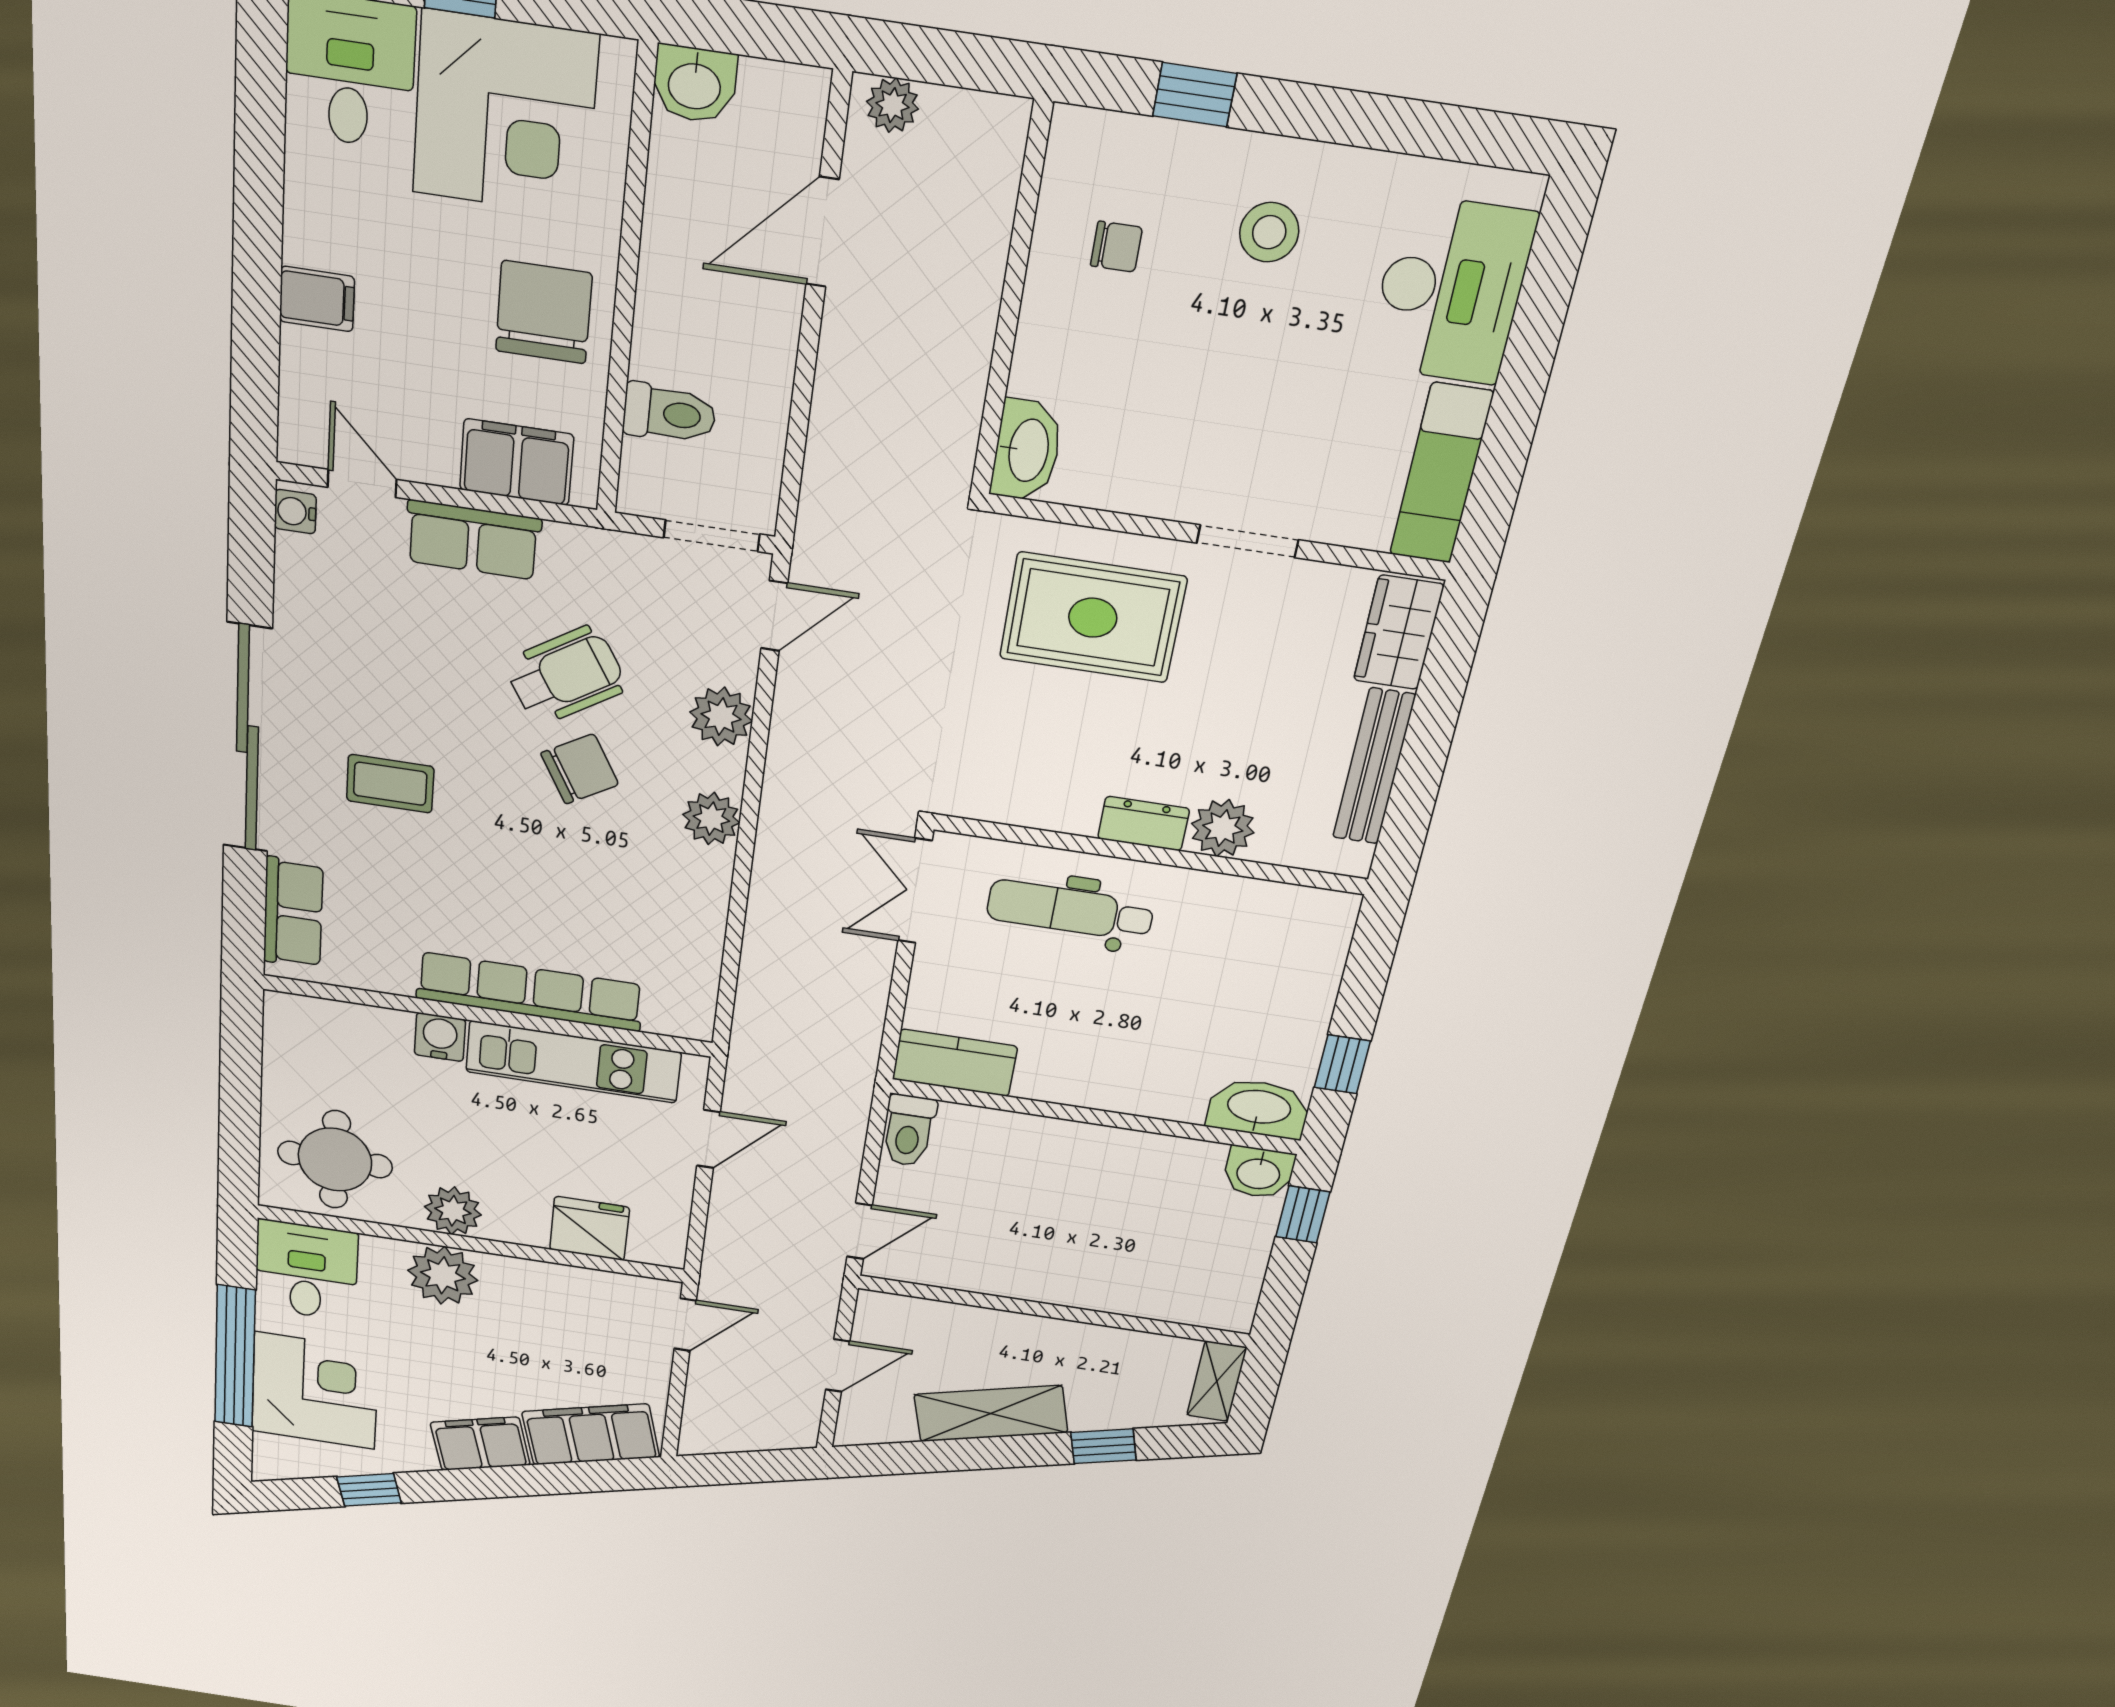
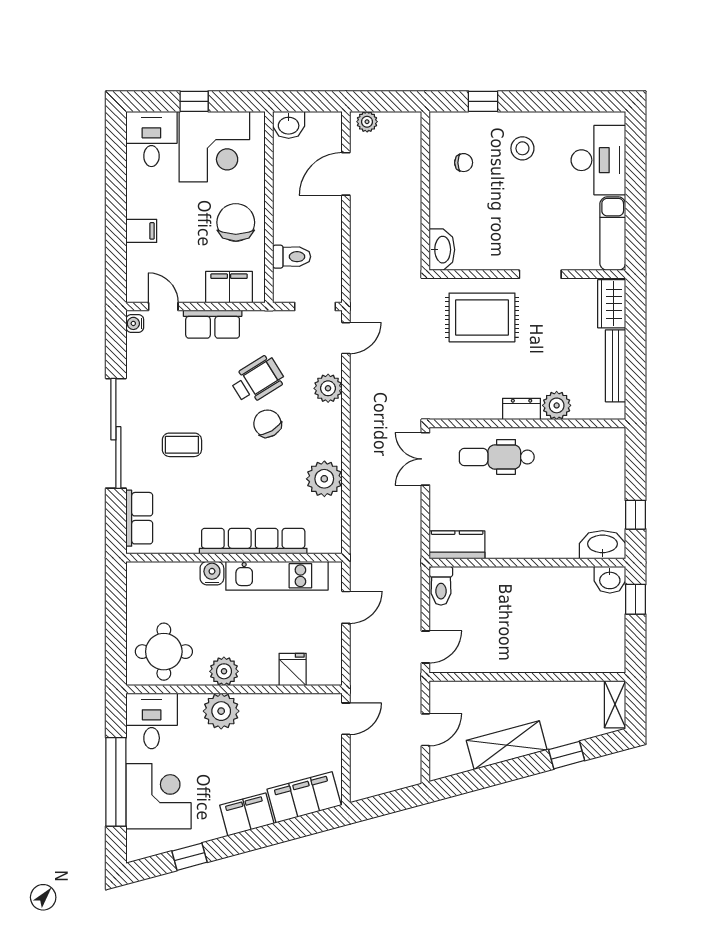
chair: (580, 769) -> (267, 424), turned -91
plant: (711, 819) -> (324, 479), moved, width x1.36, depth x1.36
fridge: (589, 1228) -> (293, 670), width x0.72

